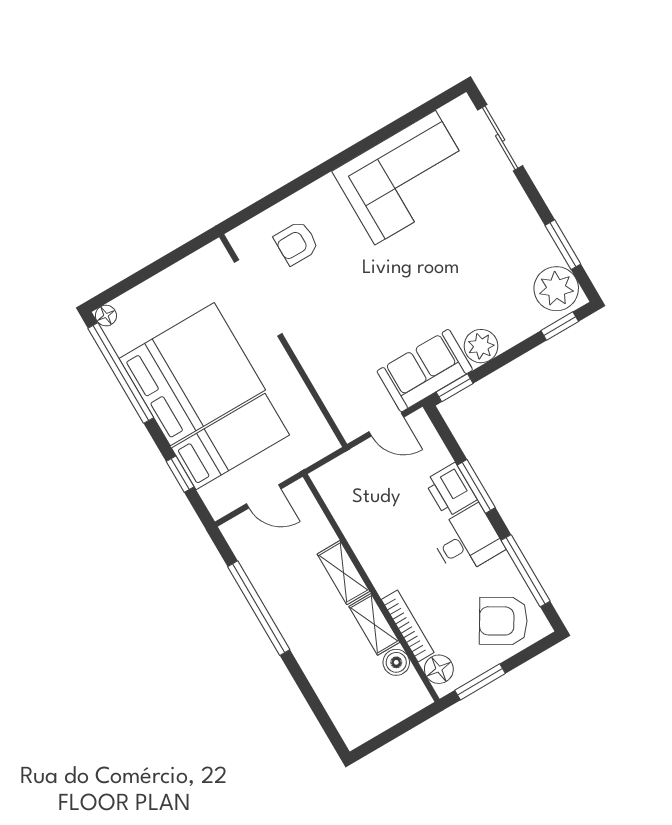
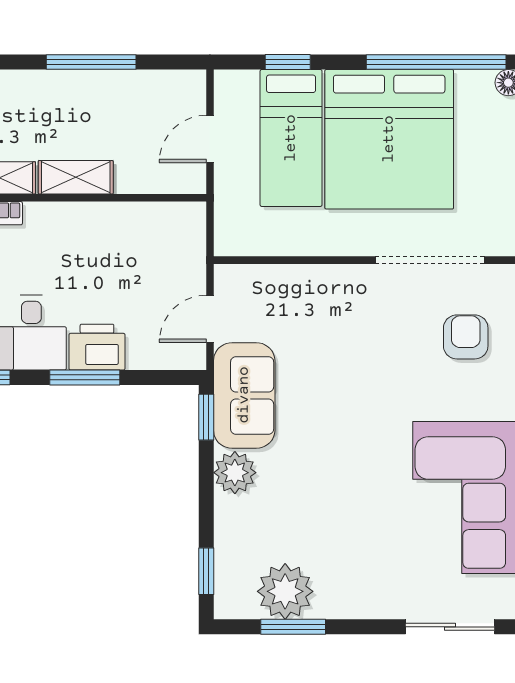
plant: (556, 289) -> (285, 591), moved
window: (259, 608) -> (91, 62), width x0.68

